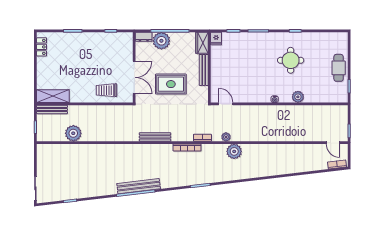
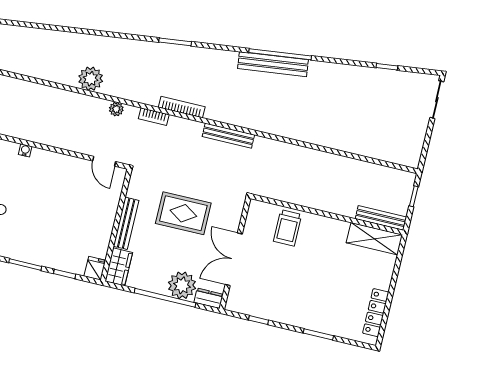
locker: (42, 47) -> (376, 313), width x1.53
double door: (134, 77) -> (234, 259), moved
trolley: (106, 90) -> (288, 228), turned 90
plant: (73, 133) -> (356, 172), removed
plant: (234, 151) -> (91, 79), moved

